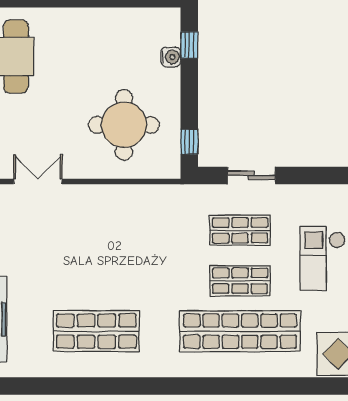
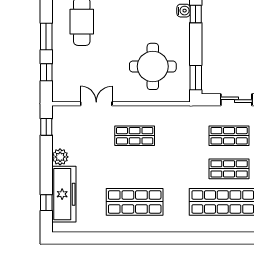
water cooler: (171, 57) -> (184, 11), moved
window: (189, 142) -> (196, 78), width x1.50
shop shelf: (96, 230) -> (135, 136), added

